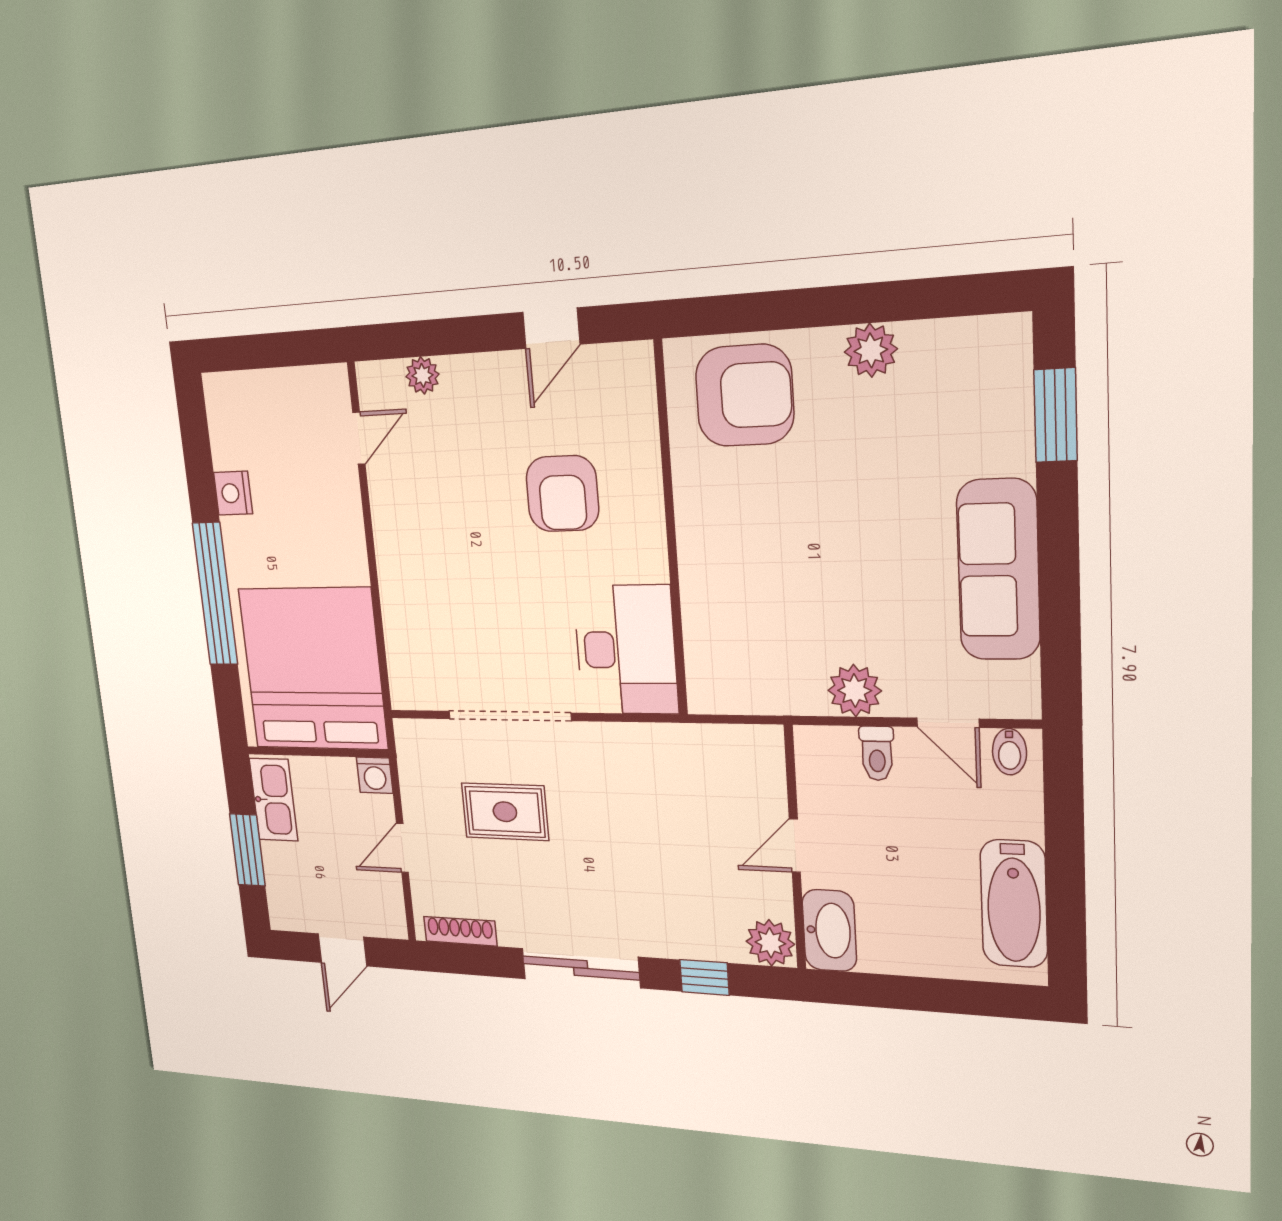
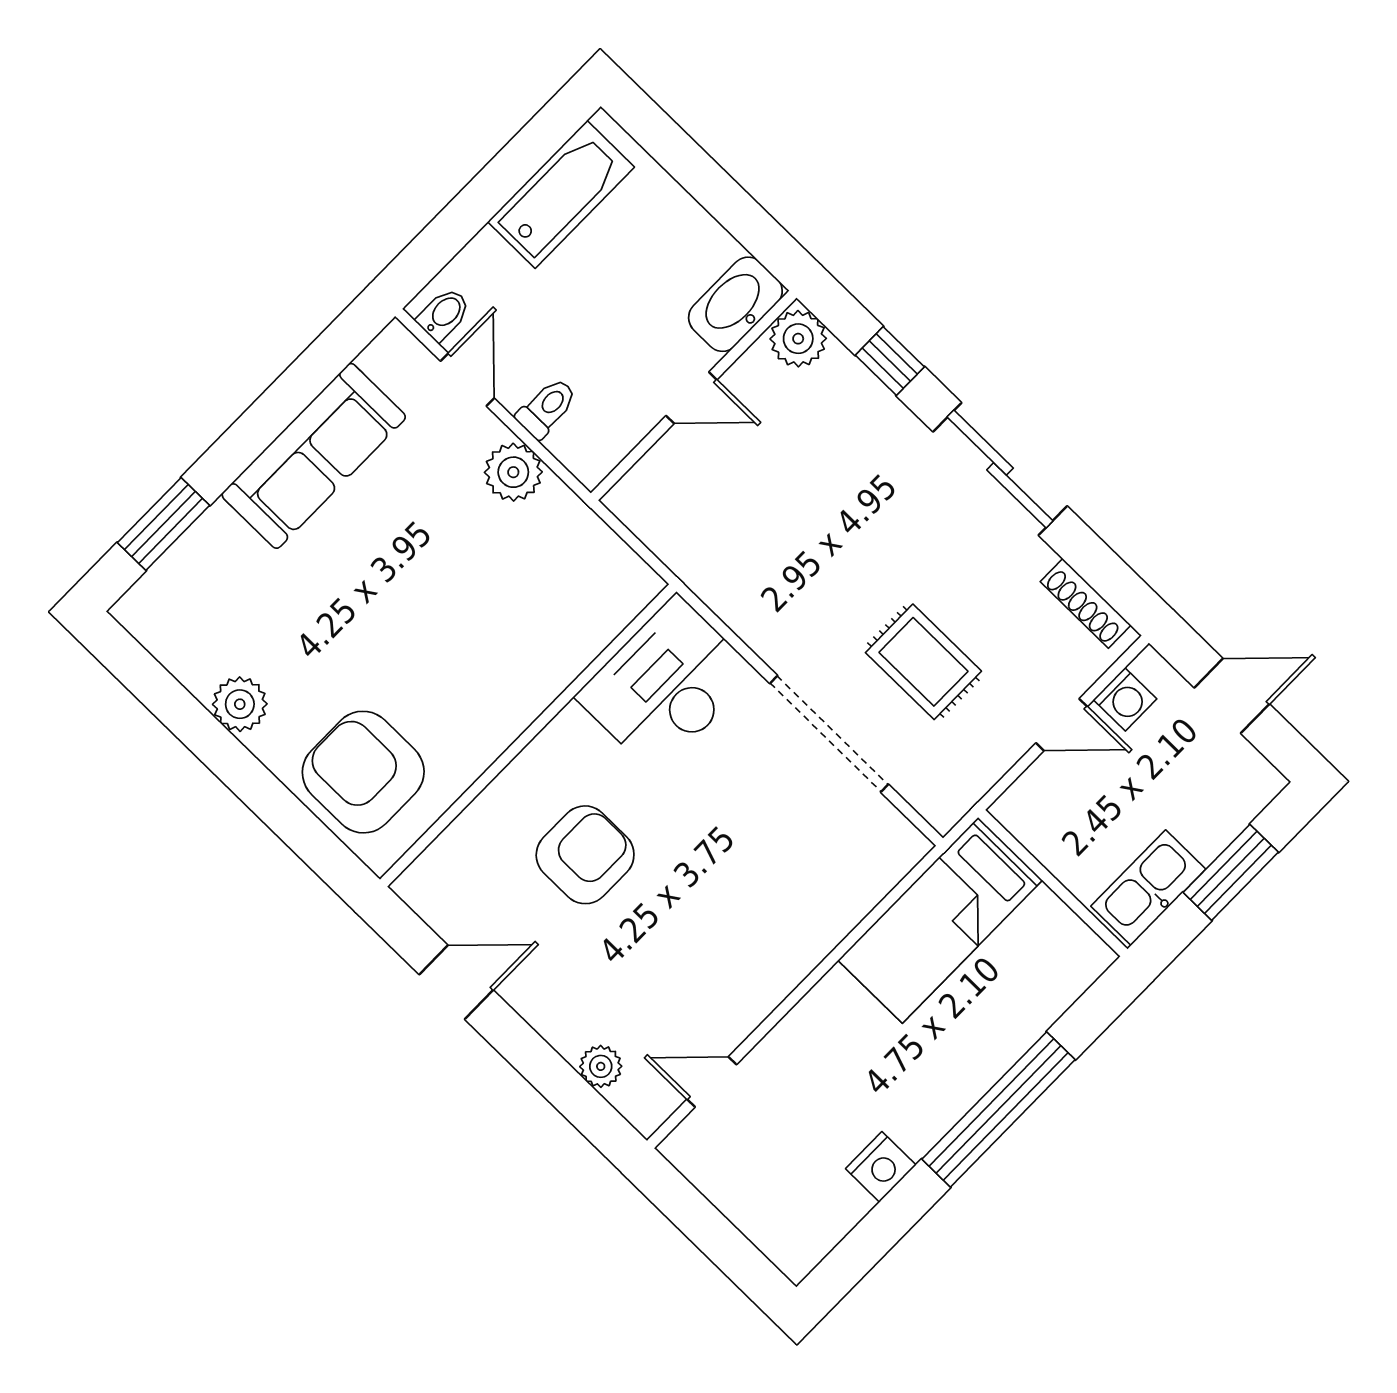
bed: (313, 669) -> (940, 920), width x0.49
washing machine: (375, 775) -> (1125, 699), moved, turned 90

